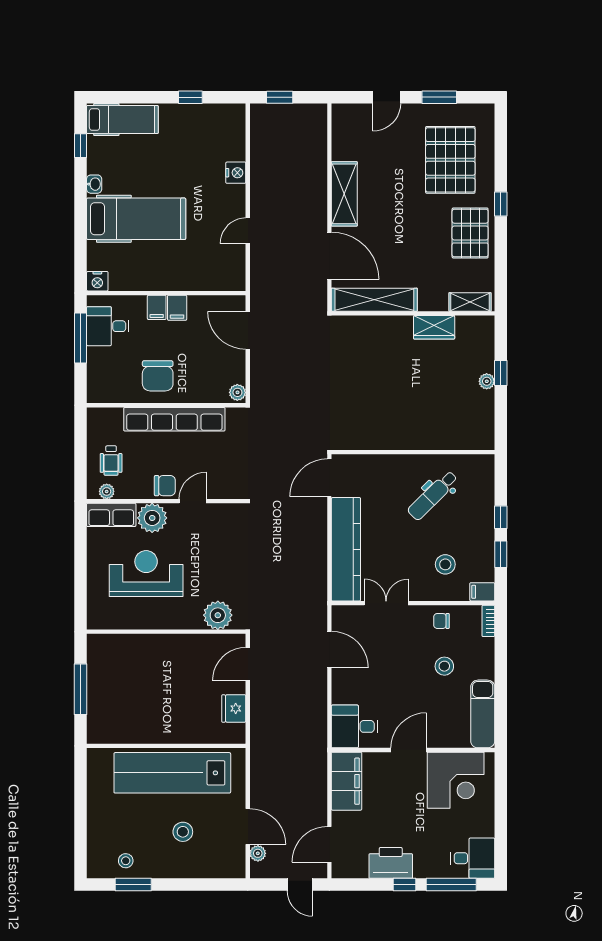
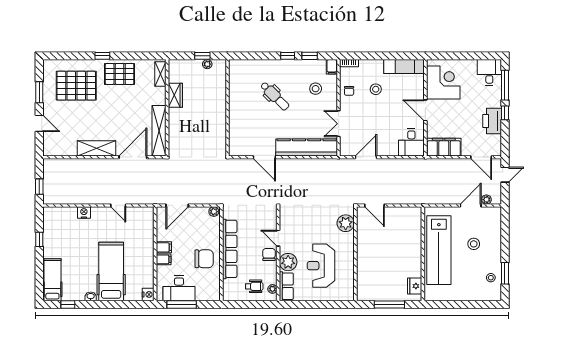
desk: (108, 326) -> (179, 288), width x1.37
wall: (413, 452) -> (227, 108), moved
fridge: (234, 708) -> (415, 286), moved, turned 90

